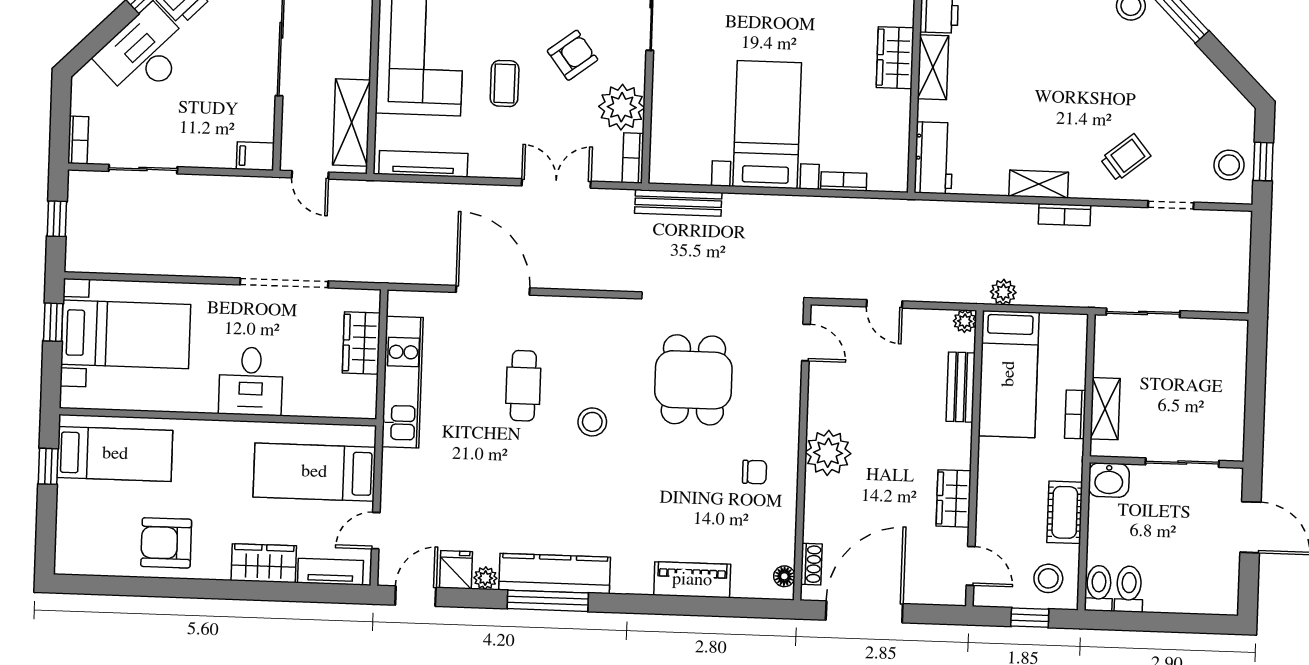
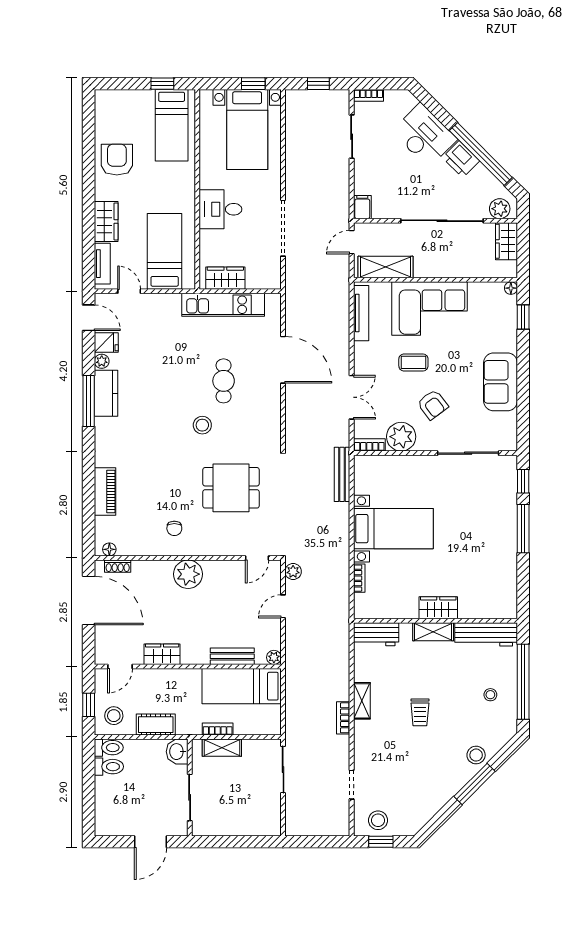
trolley: (1126, 158) -> (420, 712), moved, turned 39
door: (493, 290) -> (283, 360), hinge flipped
plant: (1003, 292) -> (293, 572), moved
wardrobe: (361, 343) -> (225, 278), moved
cafe table: (523, 386) -> (224, 381), turned 90
kitchen counter: (555, 574) -> (106, 393), width x0.67

